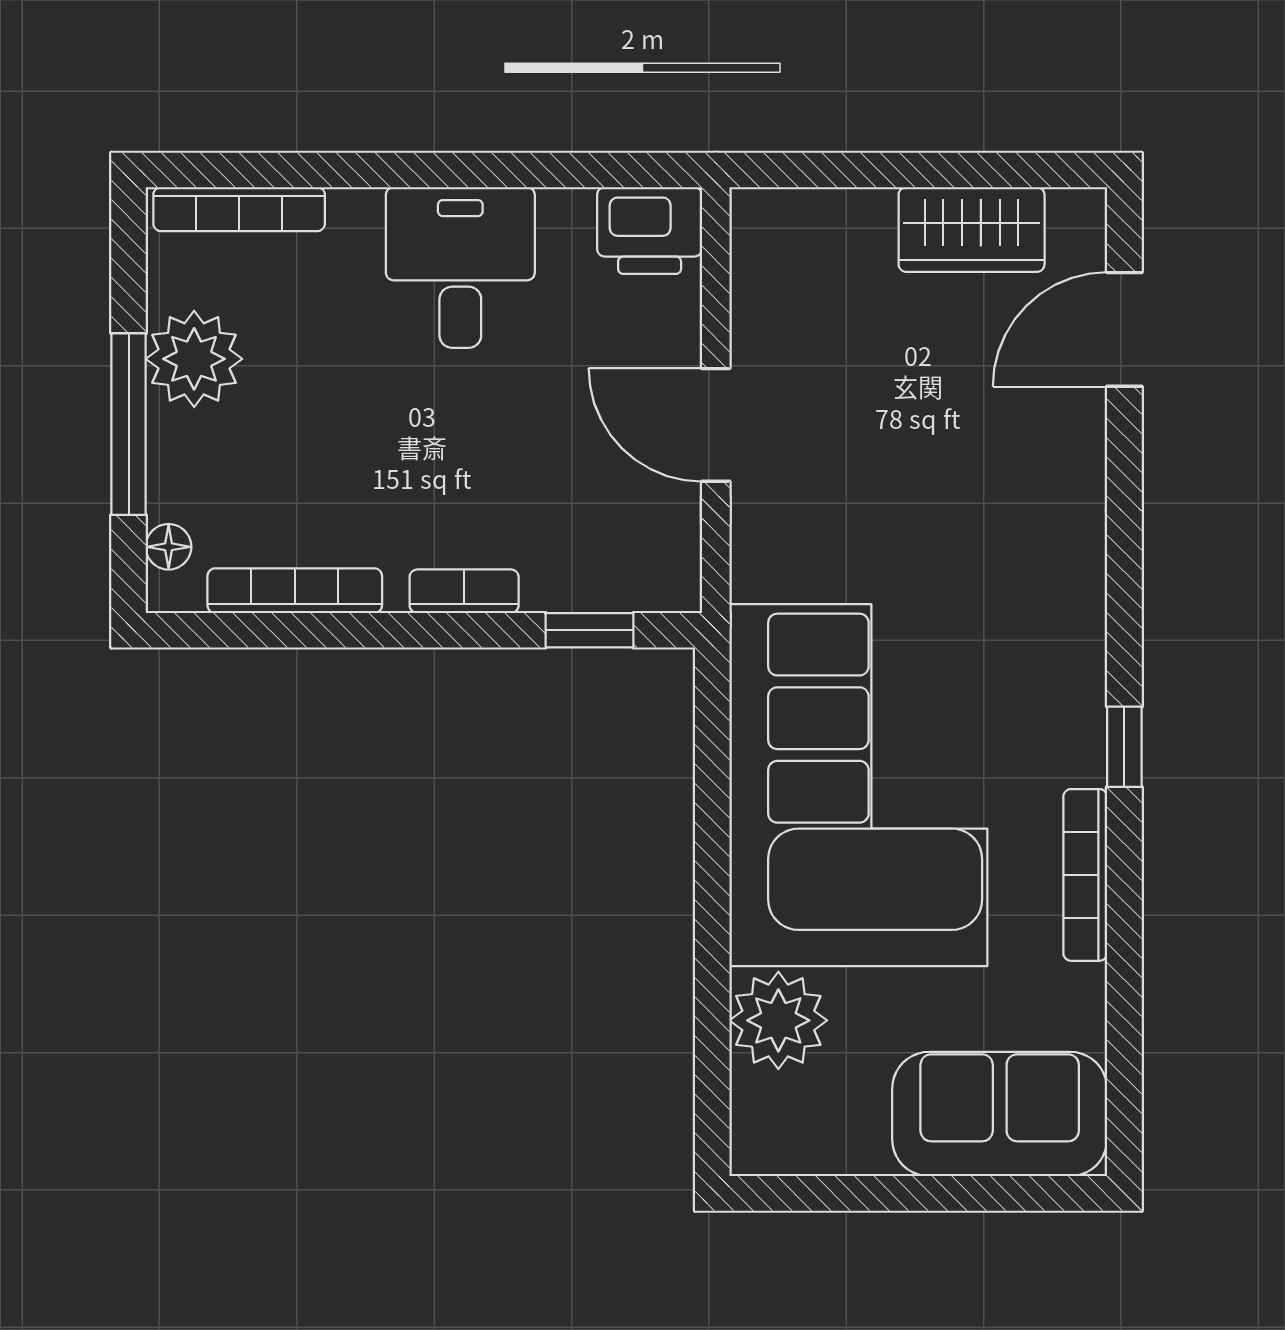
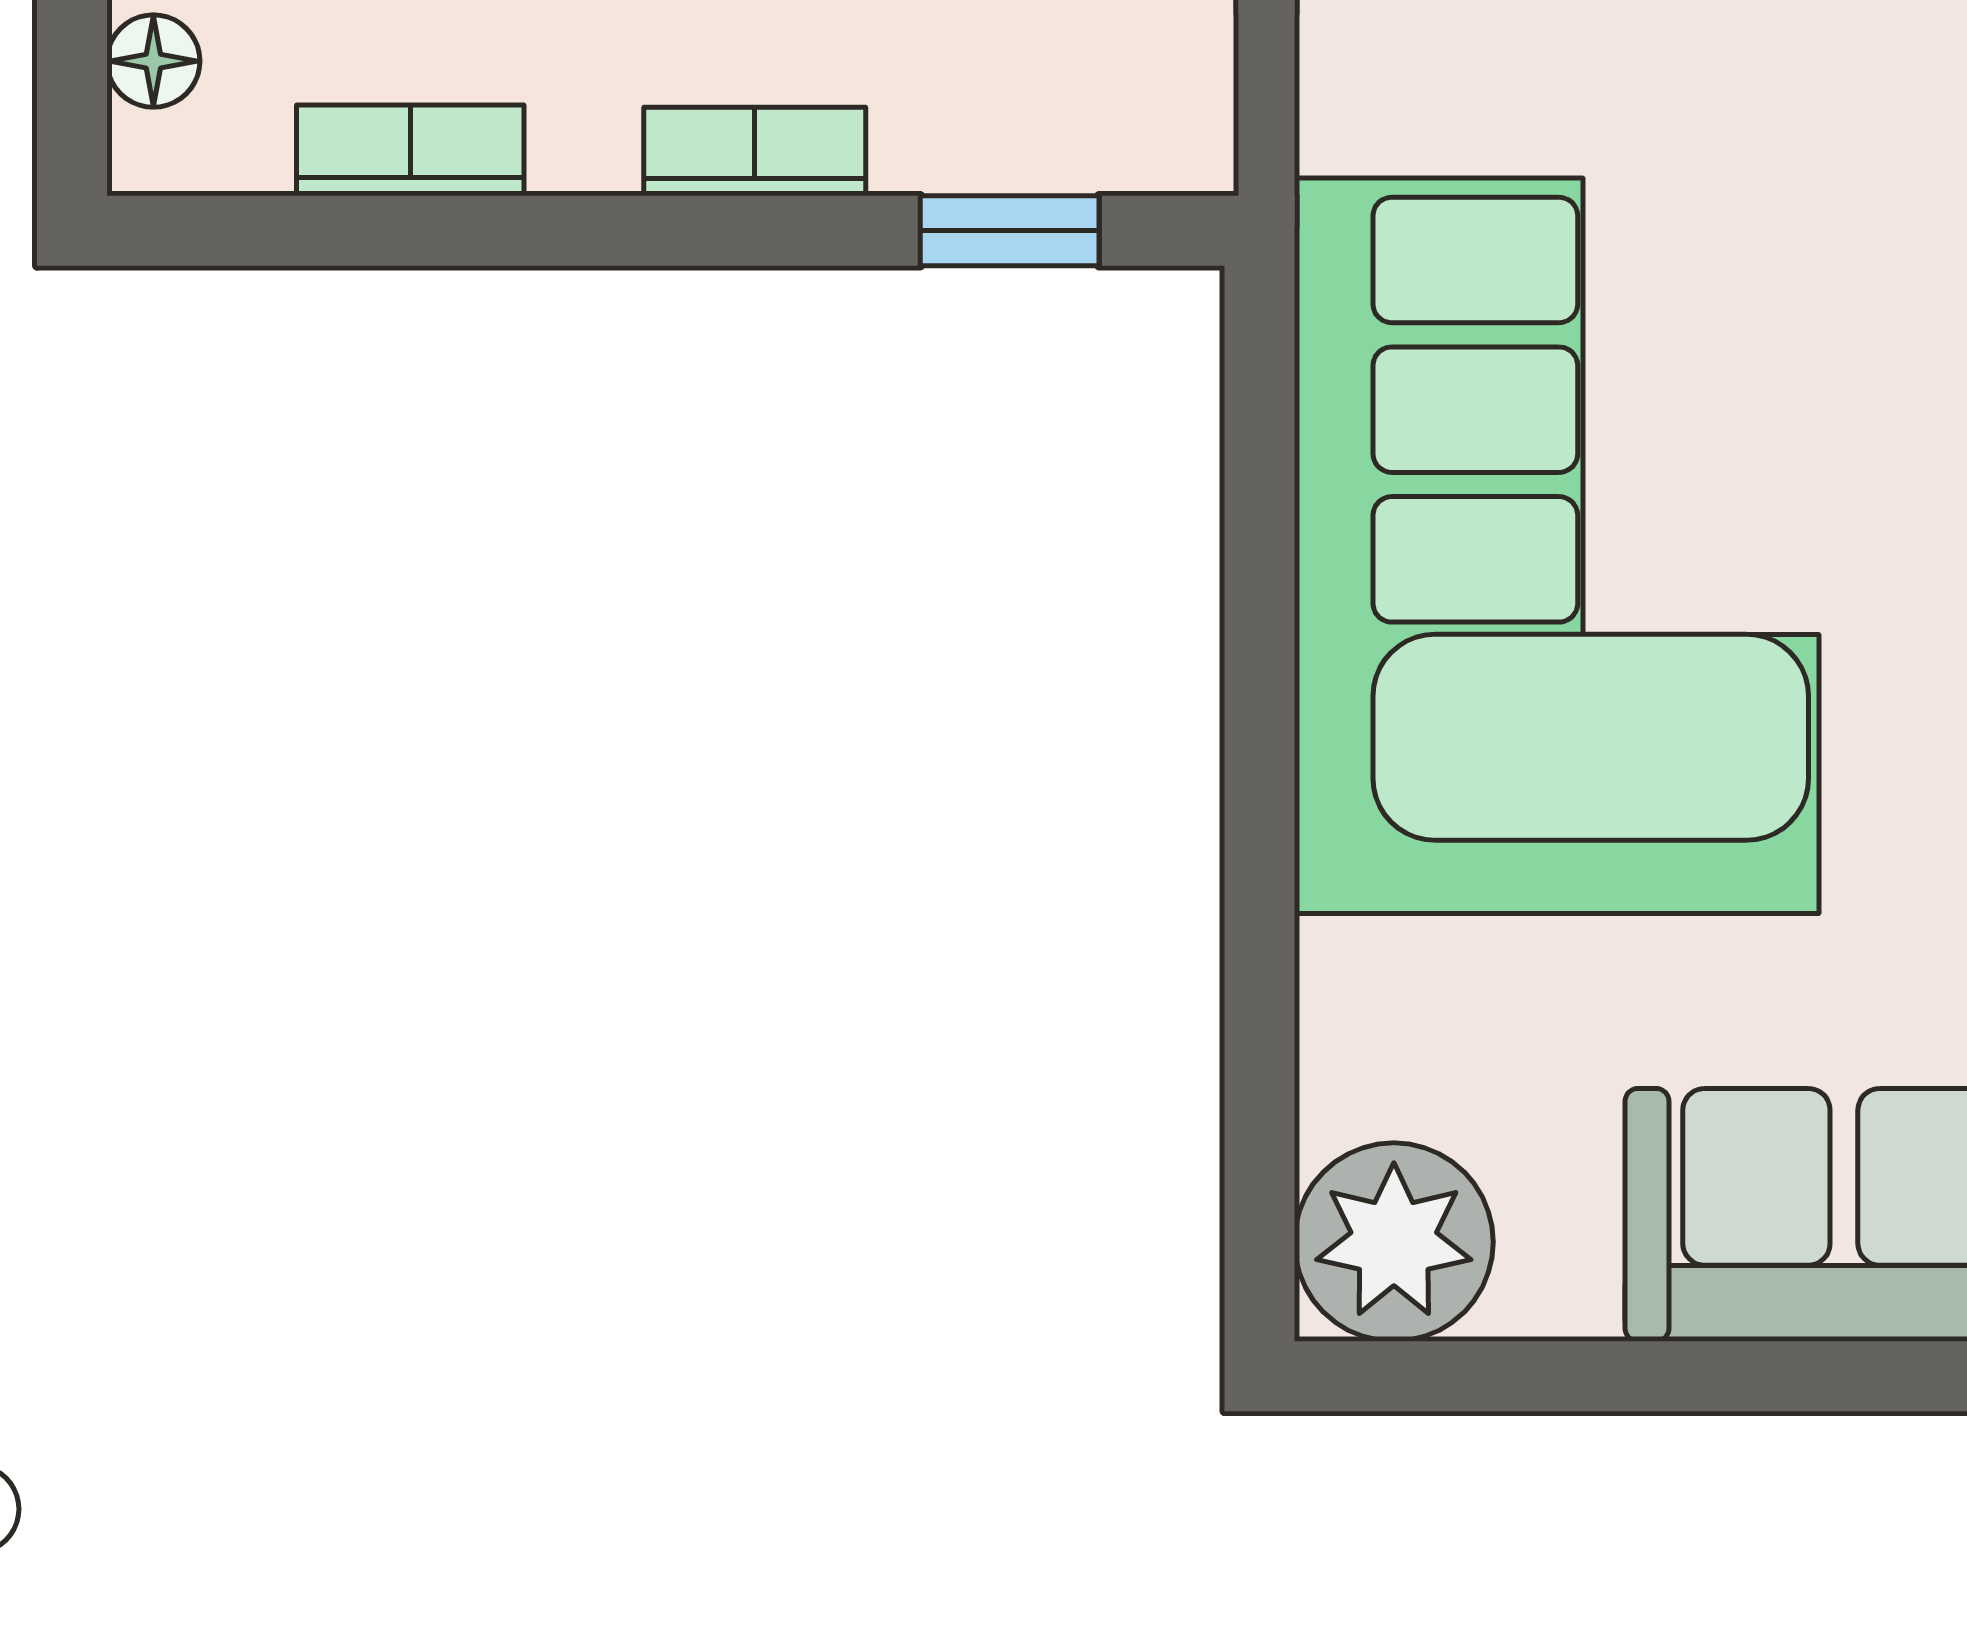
bookcase: (295, 591) -> (410, 150), width x0.64
plant: (778, 1020) -> (1394, 1242), moved

